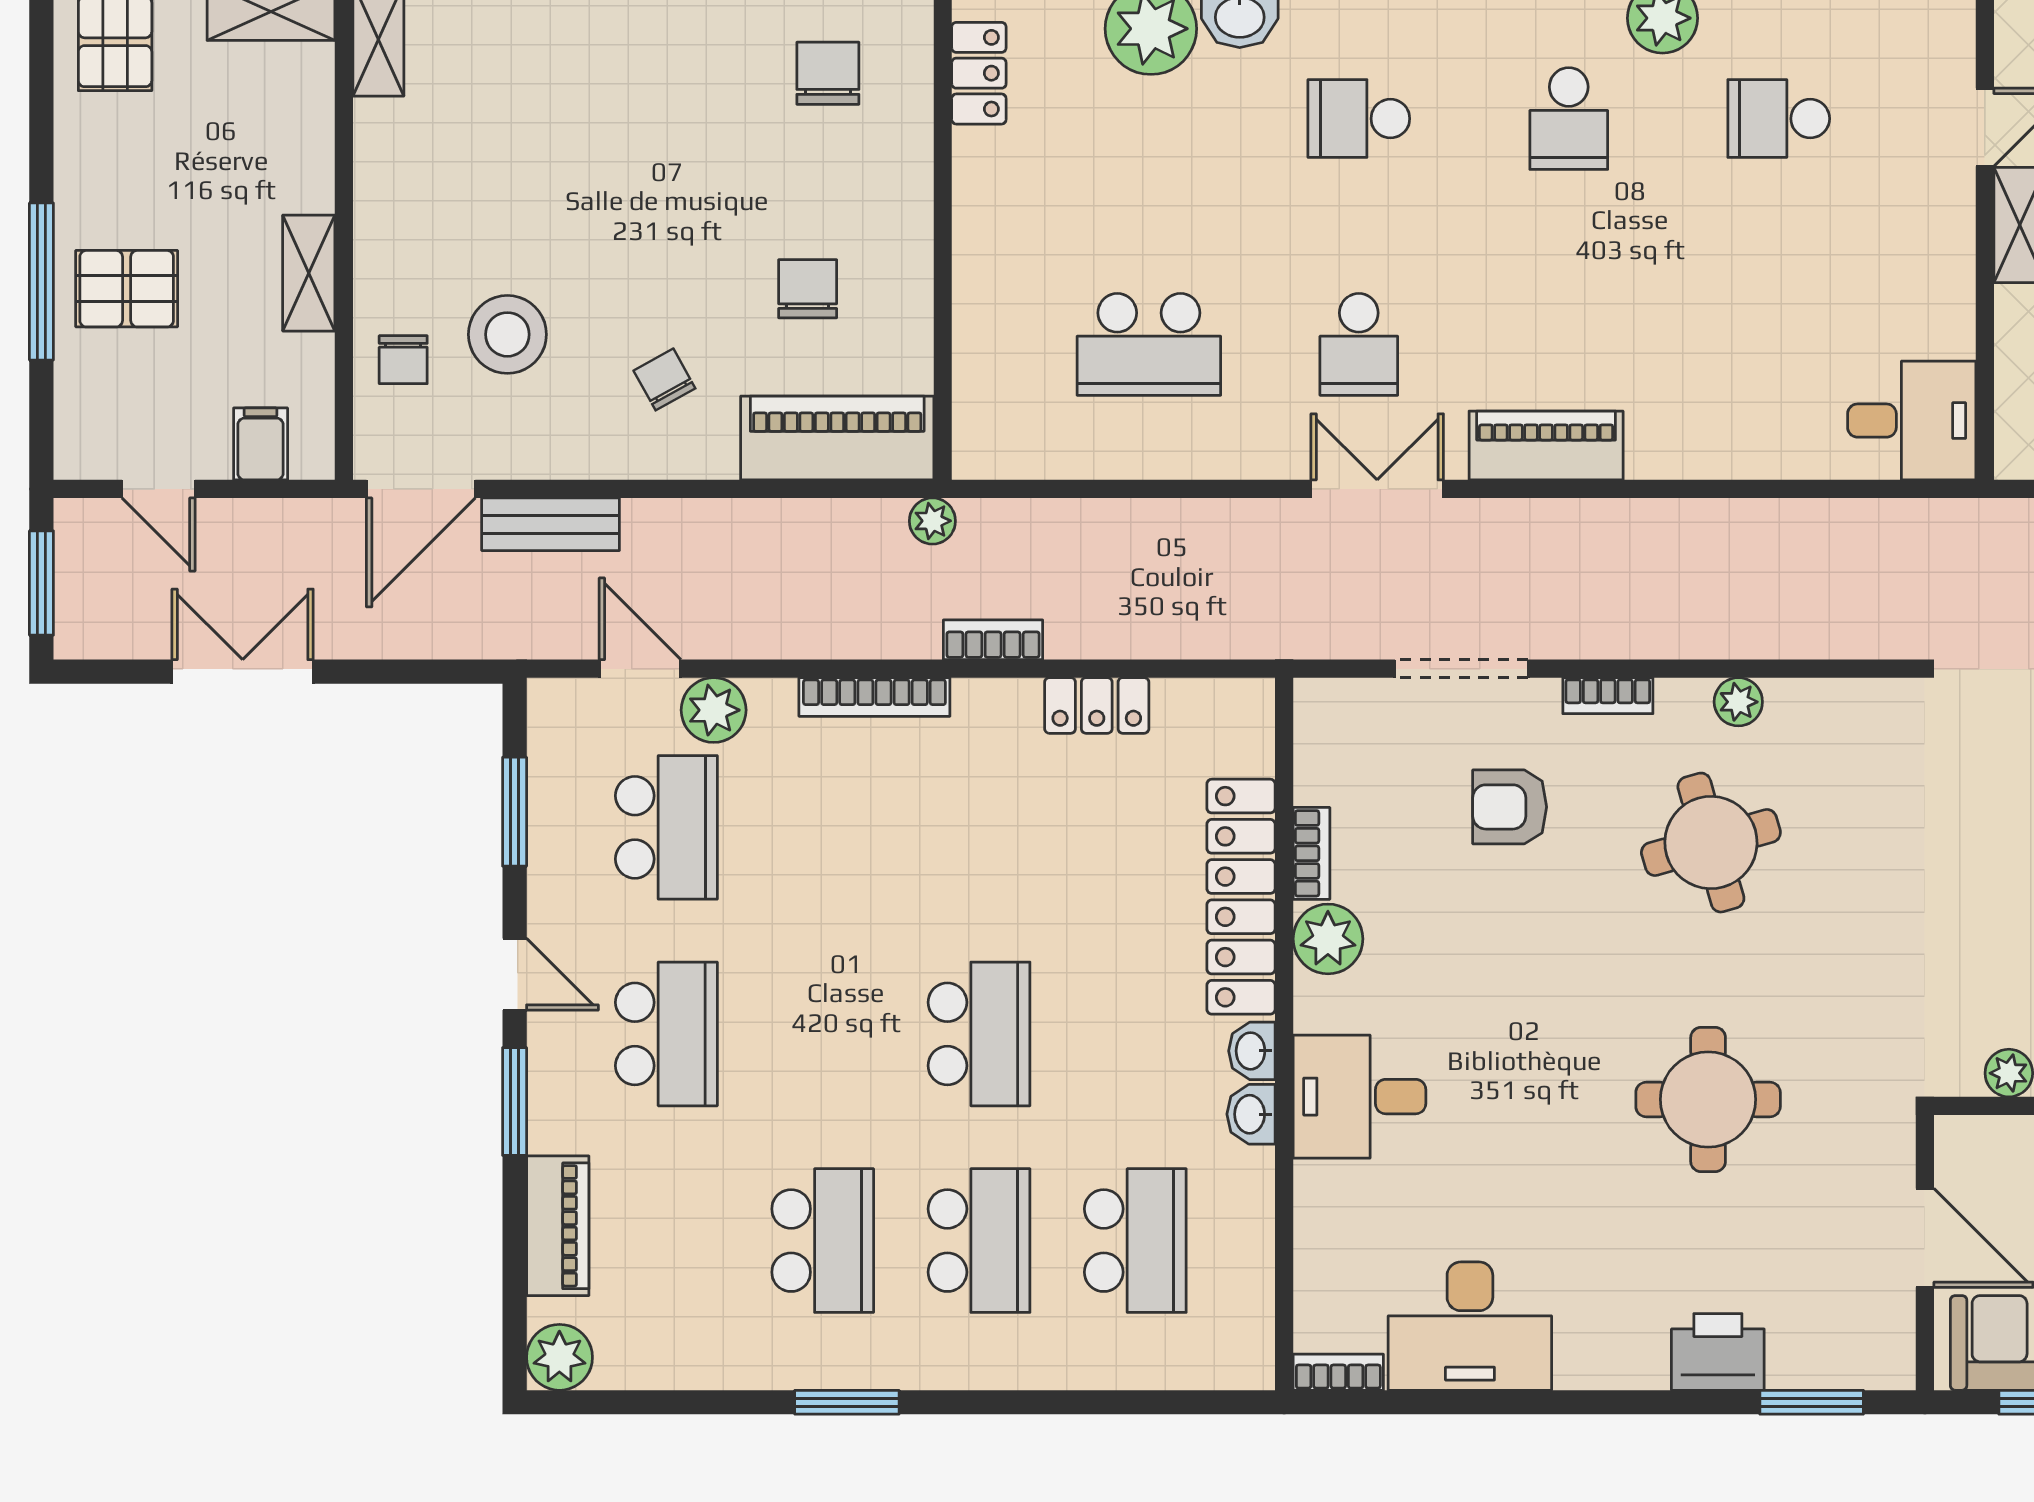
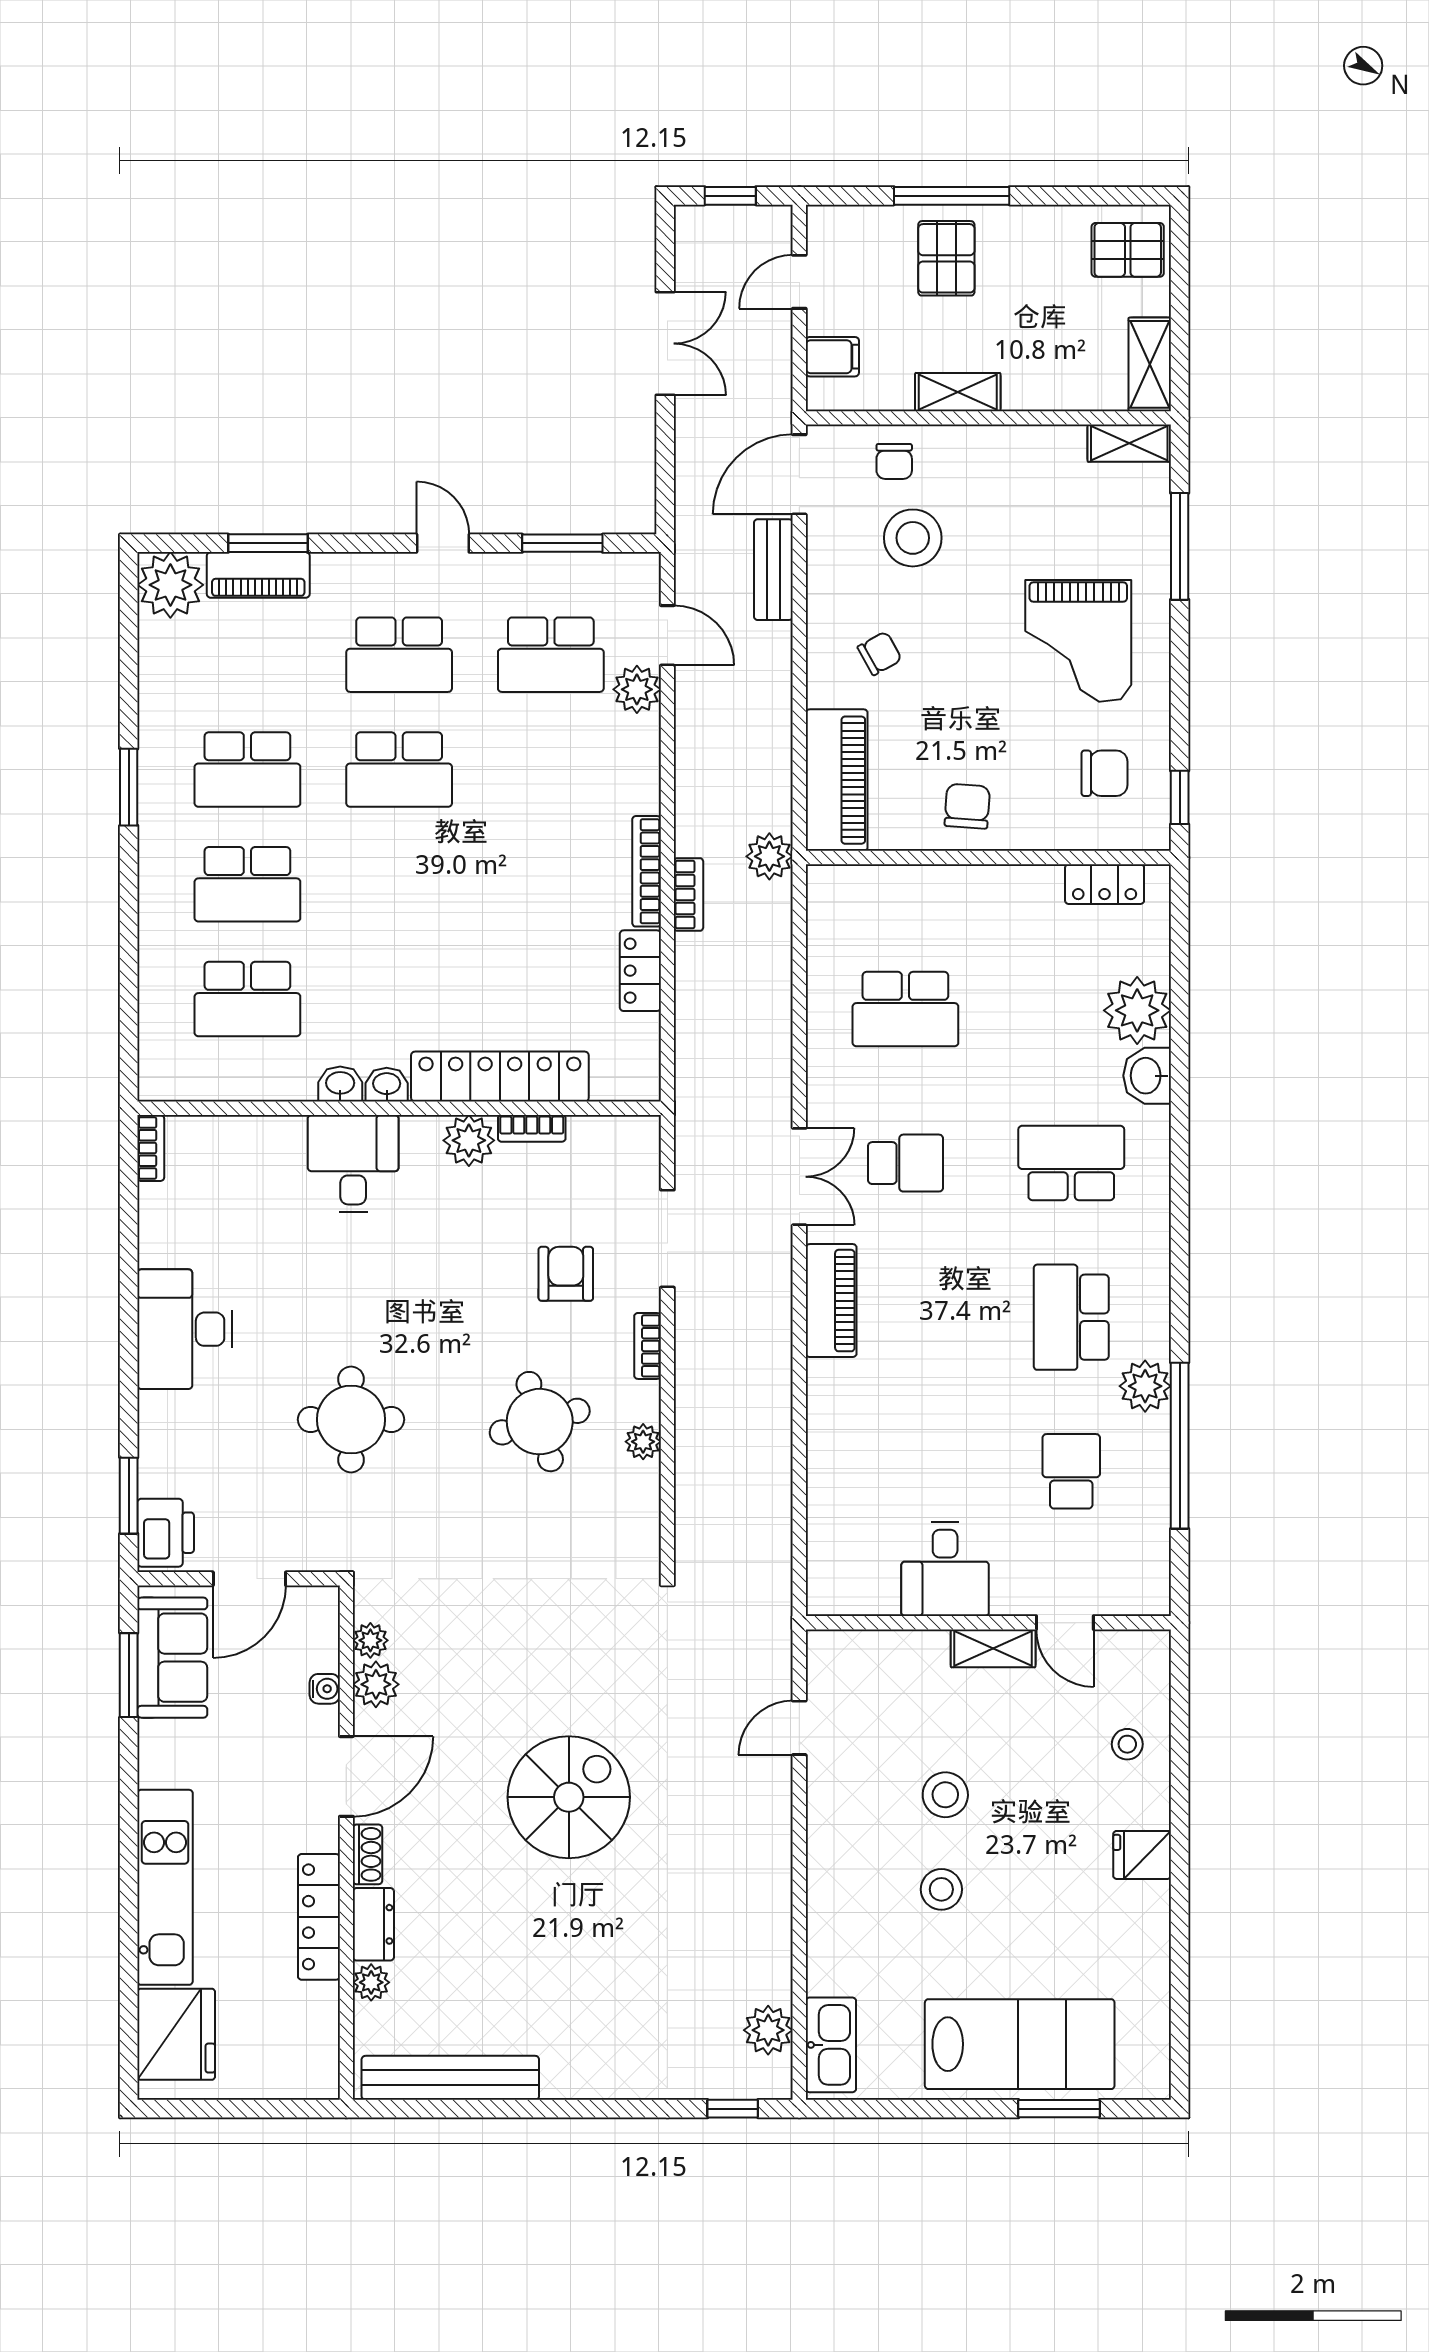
grand piano: (648, 109) -> (1078, 641), added
school desk: (1359, 119) -> (1071, 1163), width x1.85
school desk: (1569, 119) -> (1071, 1317), width x1.85
chair: (808, 289) -> (967, 806), moved, turned -86
school desk: (1149, 344) -> (905, 1009), turned -90
school desk: (1359, 344) -> (905, 1163), turned 180
chair: (403, 360) -> (894, 461), turned -90
desk: (1912, 421) -> (945, 1569), moved
door: (421, 489) -> (799, 474), hinge flipped
plant: (932, 521) -> (769, 856), width x1.38, depth x1.38
window: (41, 583) -> (730, 196), width x0.67
door: (640, 669) -> (667, 635), hinge flipped
bookcase: (874, 697) -> (647, 871), moved
door: (515, 974) -> (443, 543), swing flipped
school desk: (979, 1034) -> (399, 769), moved
window: (515, 1102) -> (268, 543), moved
desk: (1470, 1326) -> (185, 1329), moved
printer: (1718, 1352) -> (166, 1533), moved
plant: (559, 1357) -> (170, 585), width x1.36, depth x1.36

